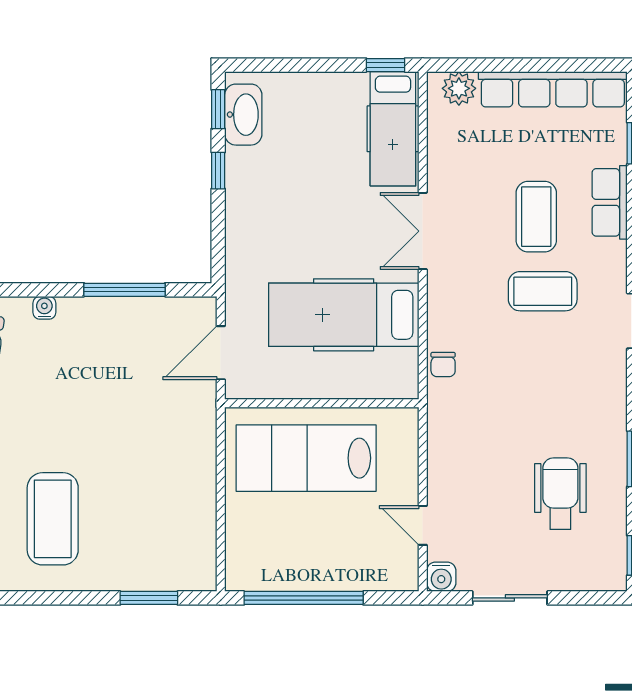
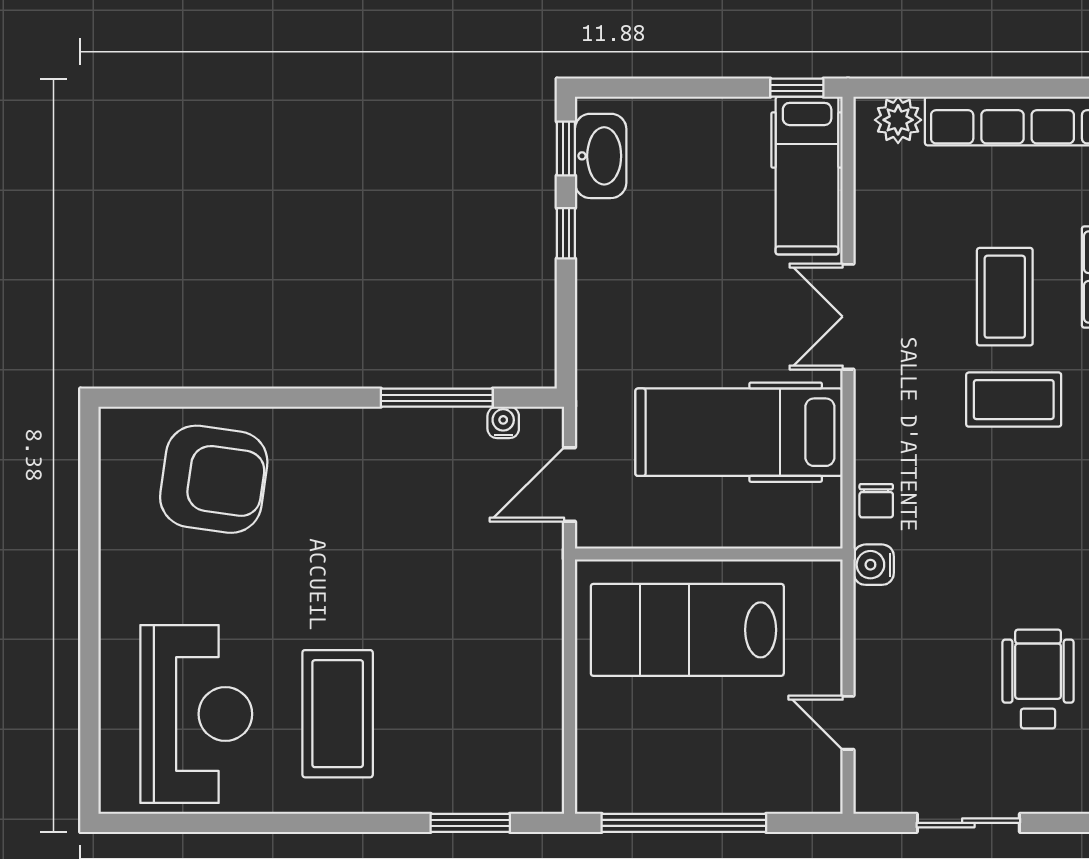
water cooler: (44, 308) -> (503, 422), moved
water cooler: (441, 577) -> (874, 565), moved, turned 90

